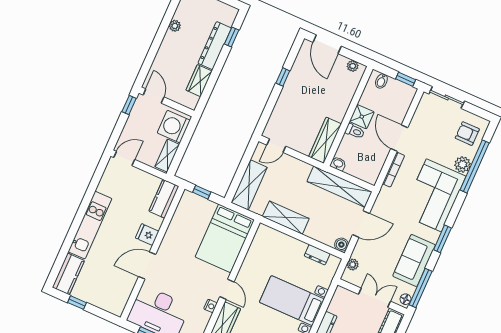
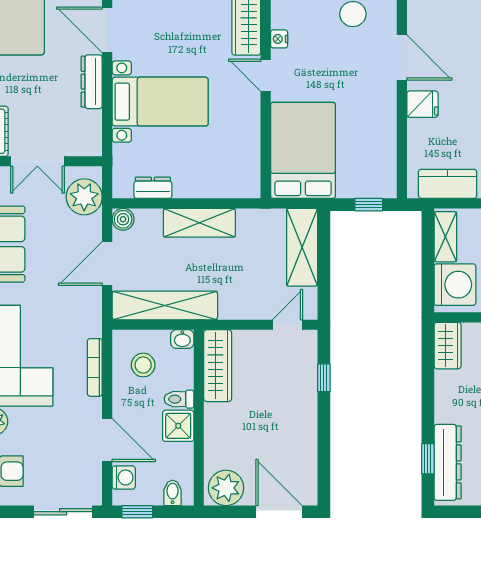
dresser: (215, 46) -> (448, 462), moved
plant: (353, 66) -> (226, 488), width x1.88, depth x1.88
window: (283, 77) -> (324, 378), moved
wardrobe: (199, 81) -> (448, 346), moved
washing machine: (405, 101) -> (124, 477), added
door: (399, 138) -> (107, 440), moved
stool: (366, 159) -> (143, 365), added
kitchen counter: (164, 199) -> (448, 184), moved, turned -90
shelving: (286, 218) -> (199, 223), moved
door: (147, 265) -> (402, 57), hinge flipped
plant: (353, 265) -> (84, 197), width x1.87, depth x1.87

